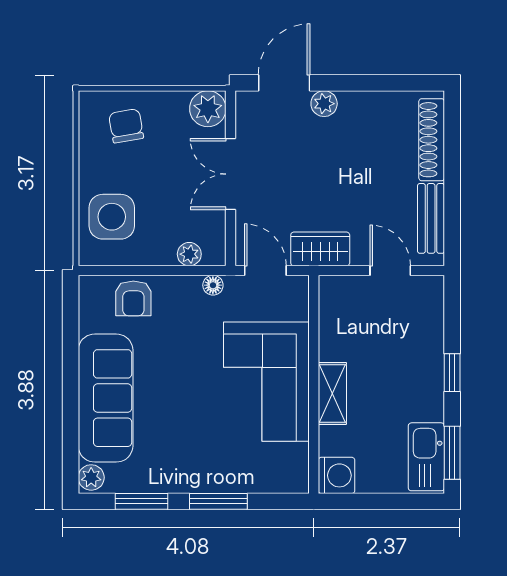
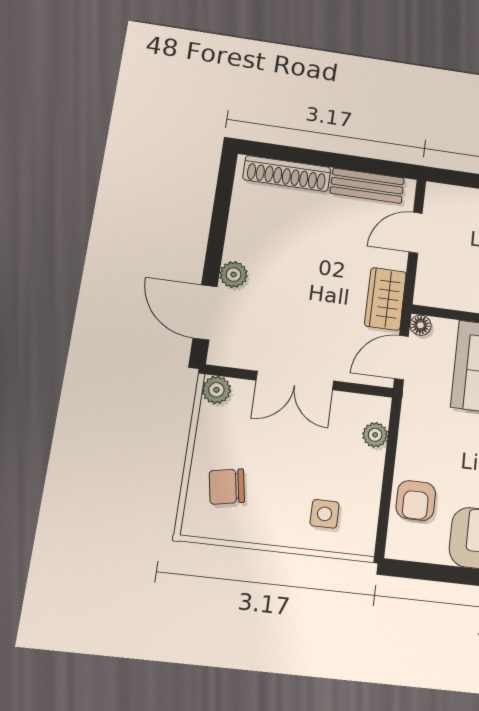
plant: (208, 109) -> (216, 390), width x0.73, depth x0.73
side table: (112, 217) -> (325, 514), width x0.54, depth x0.54
floor lamp: (213, 285) -> (421, 325), moved
armchair: (133, 298) -> (416, 500), turned 90

